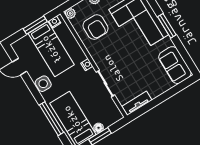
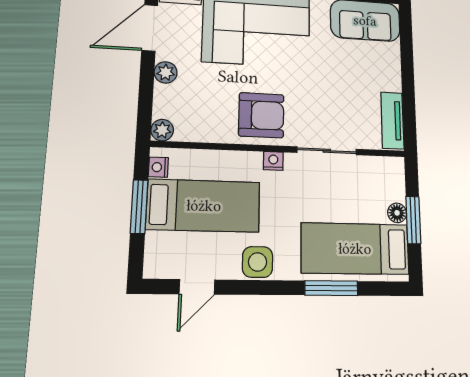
armchair: (95, 27) -> (261, 115), moved
window: (51, 119) -> (331, 288), width x0.69

